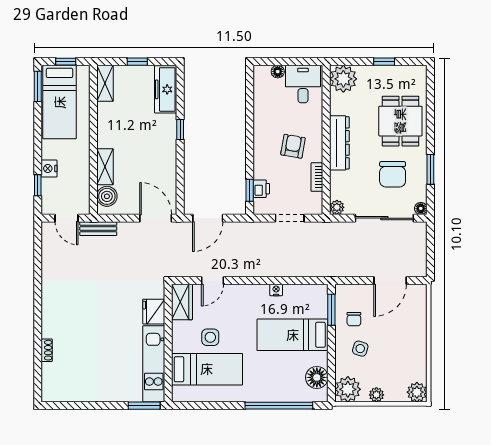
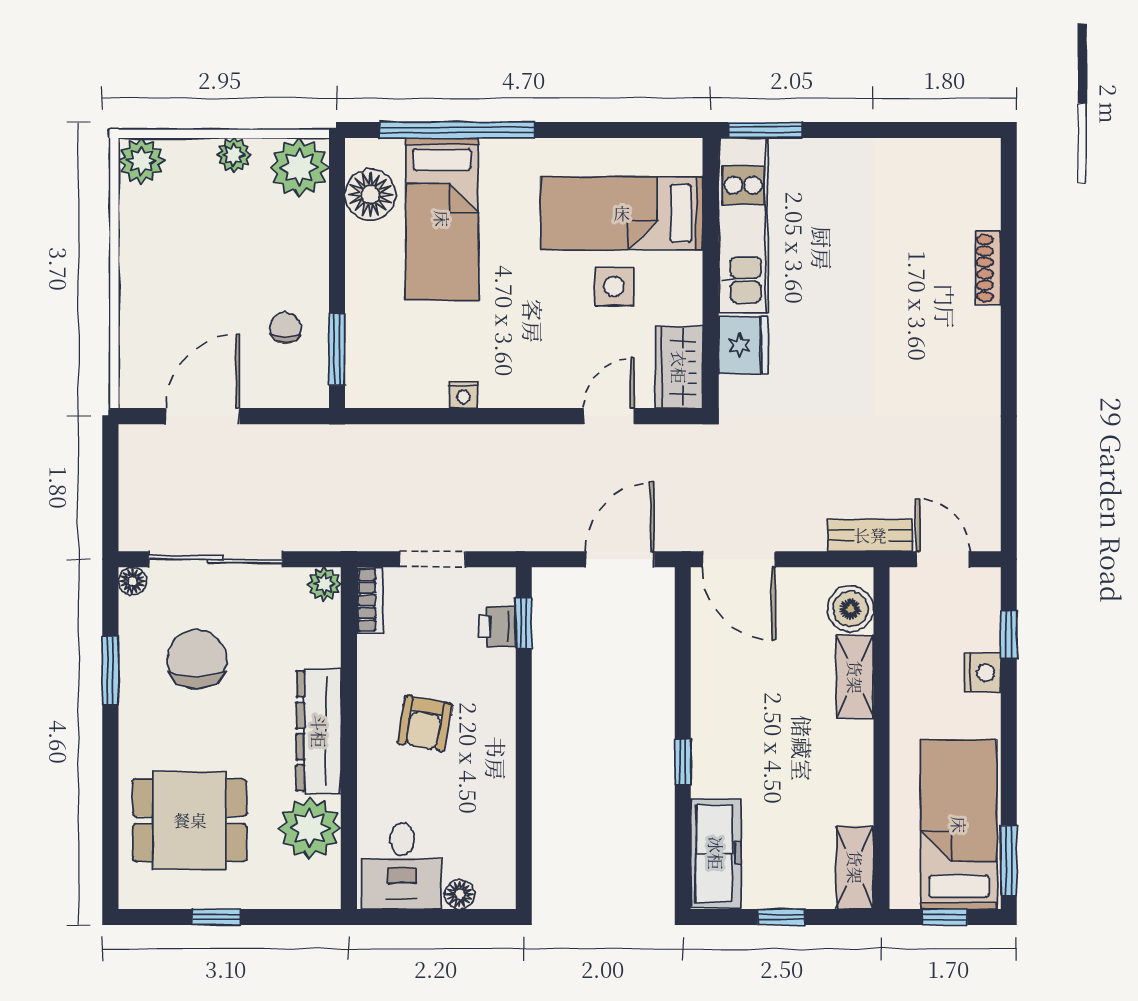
plant: (343, 79) -> (310, 828), moved
dining table: (400, 121) -> (190, 820), moved, turned 90
bookcase: (317, 177) -> (370, 600), moved
bed: (293, 335) -> (442, 219), moved, turned 90
side table: (360, 349) -> (271, 261), removed
shoe rack: (47, 350) -> (988, 268), width x1.43

